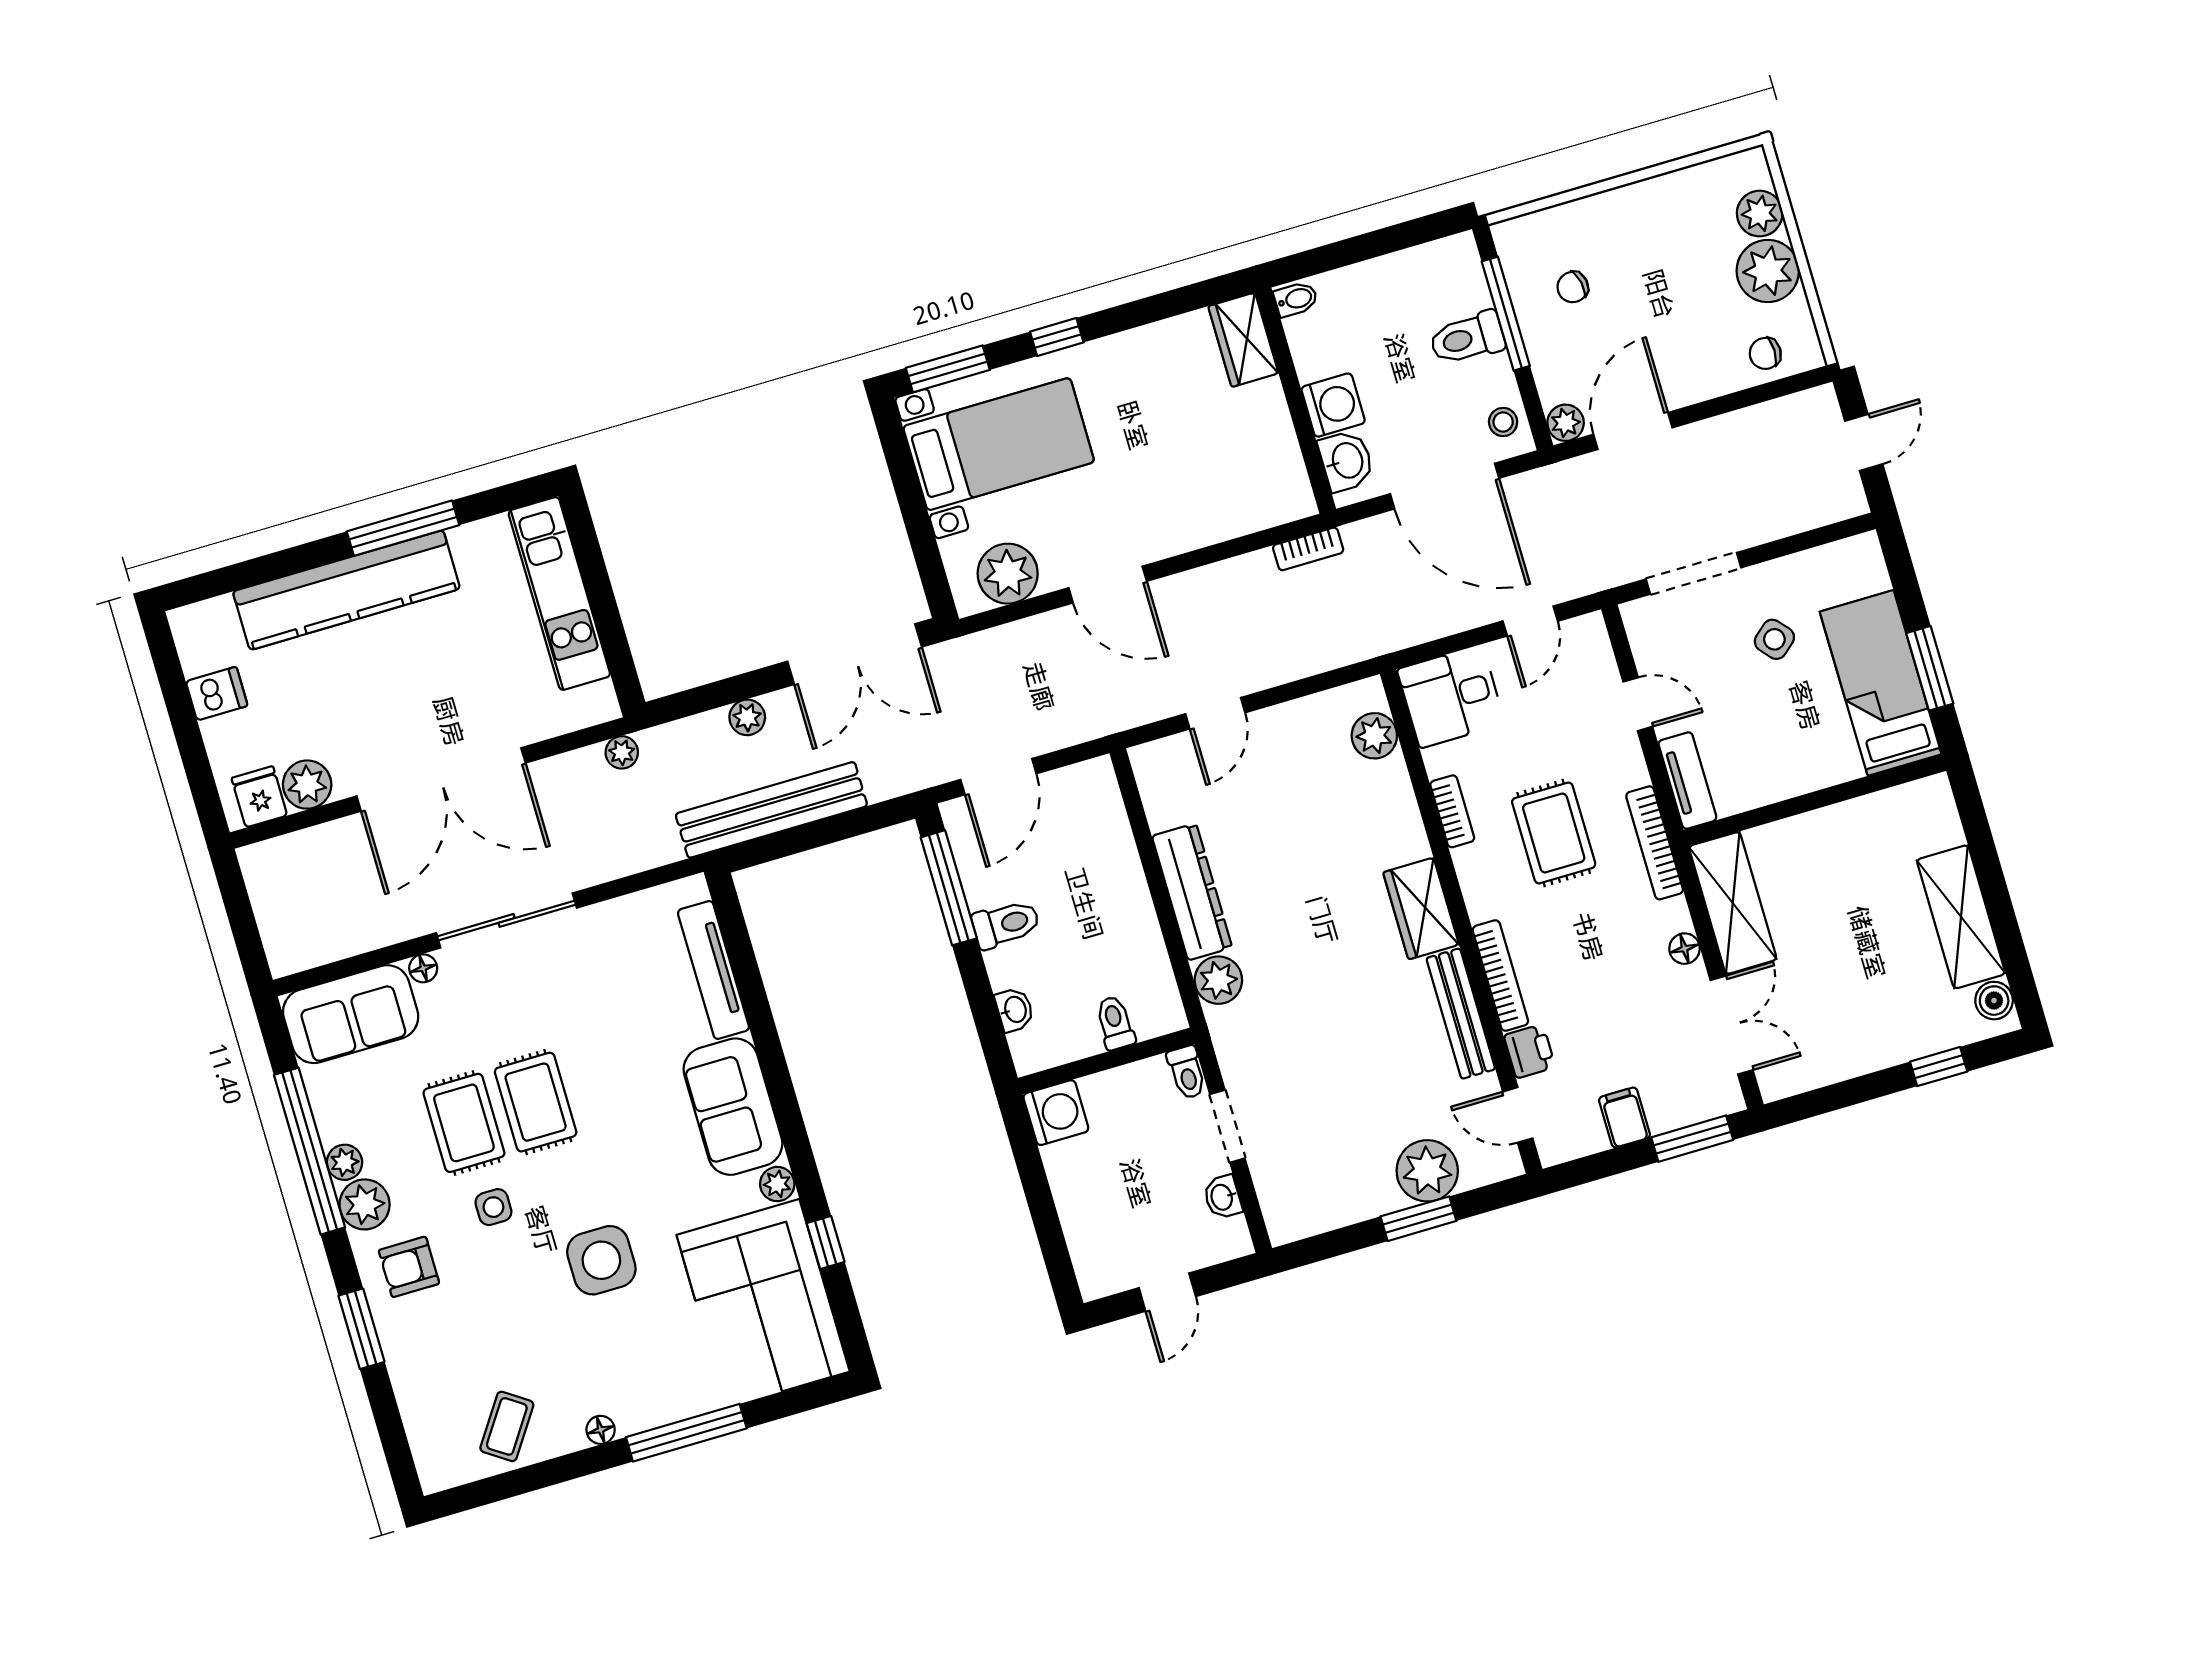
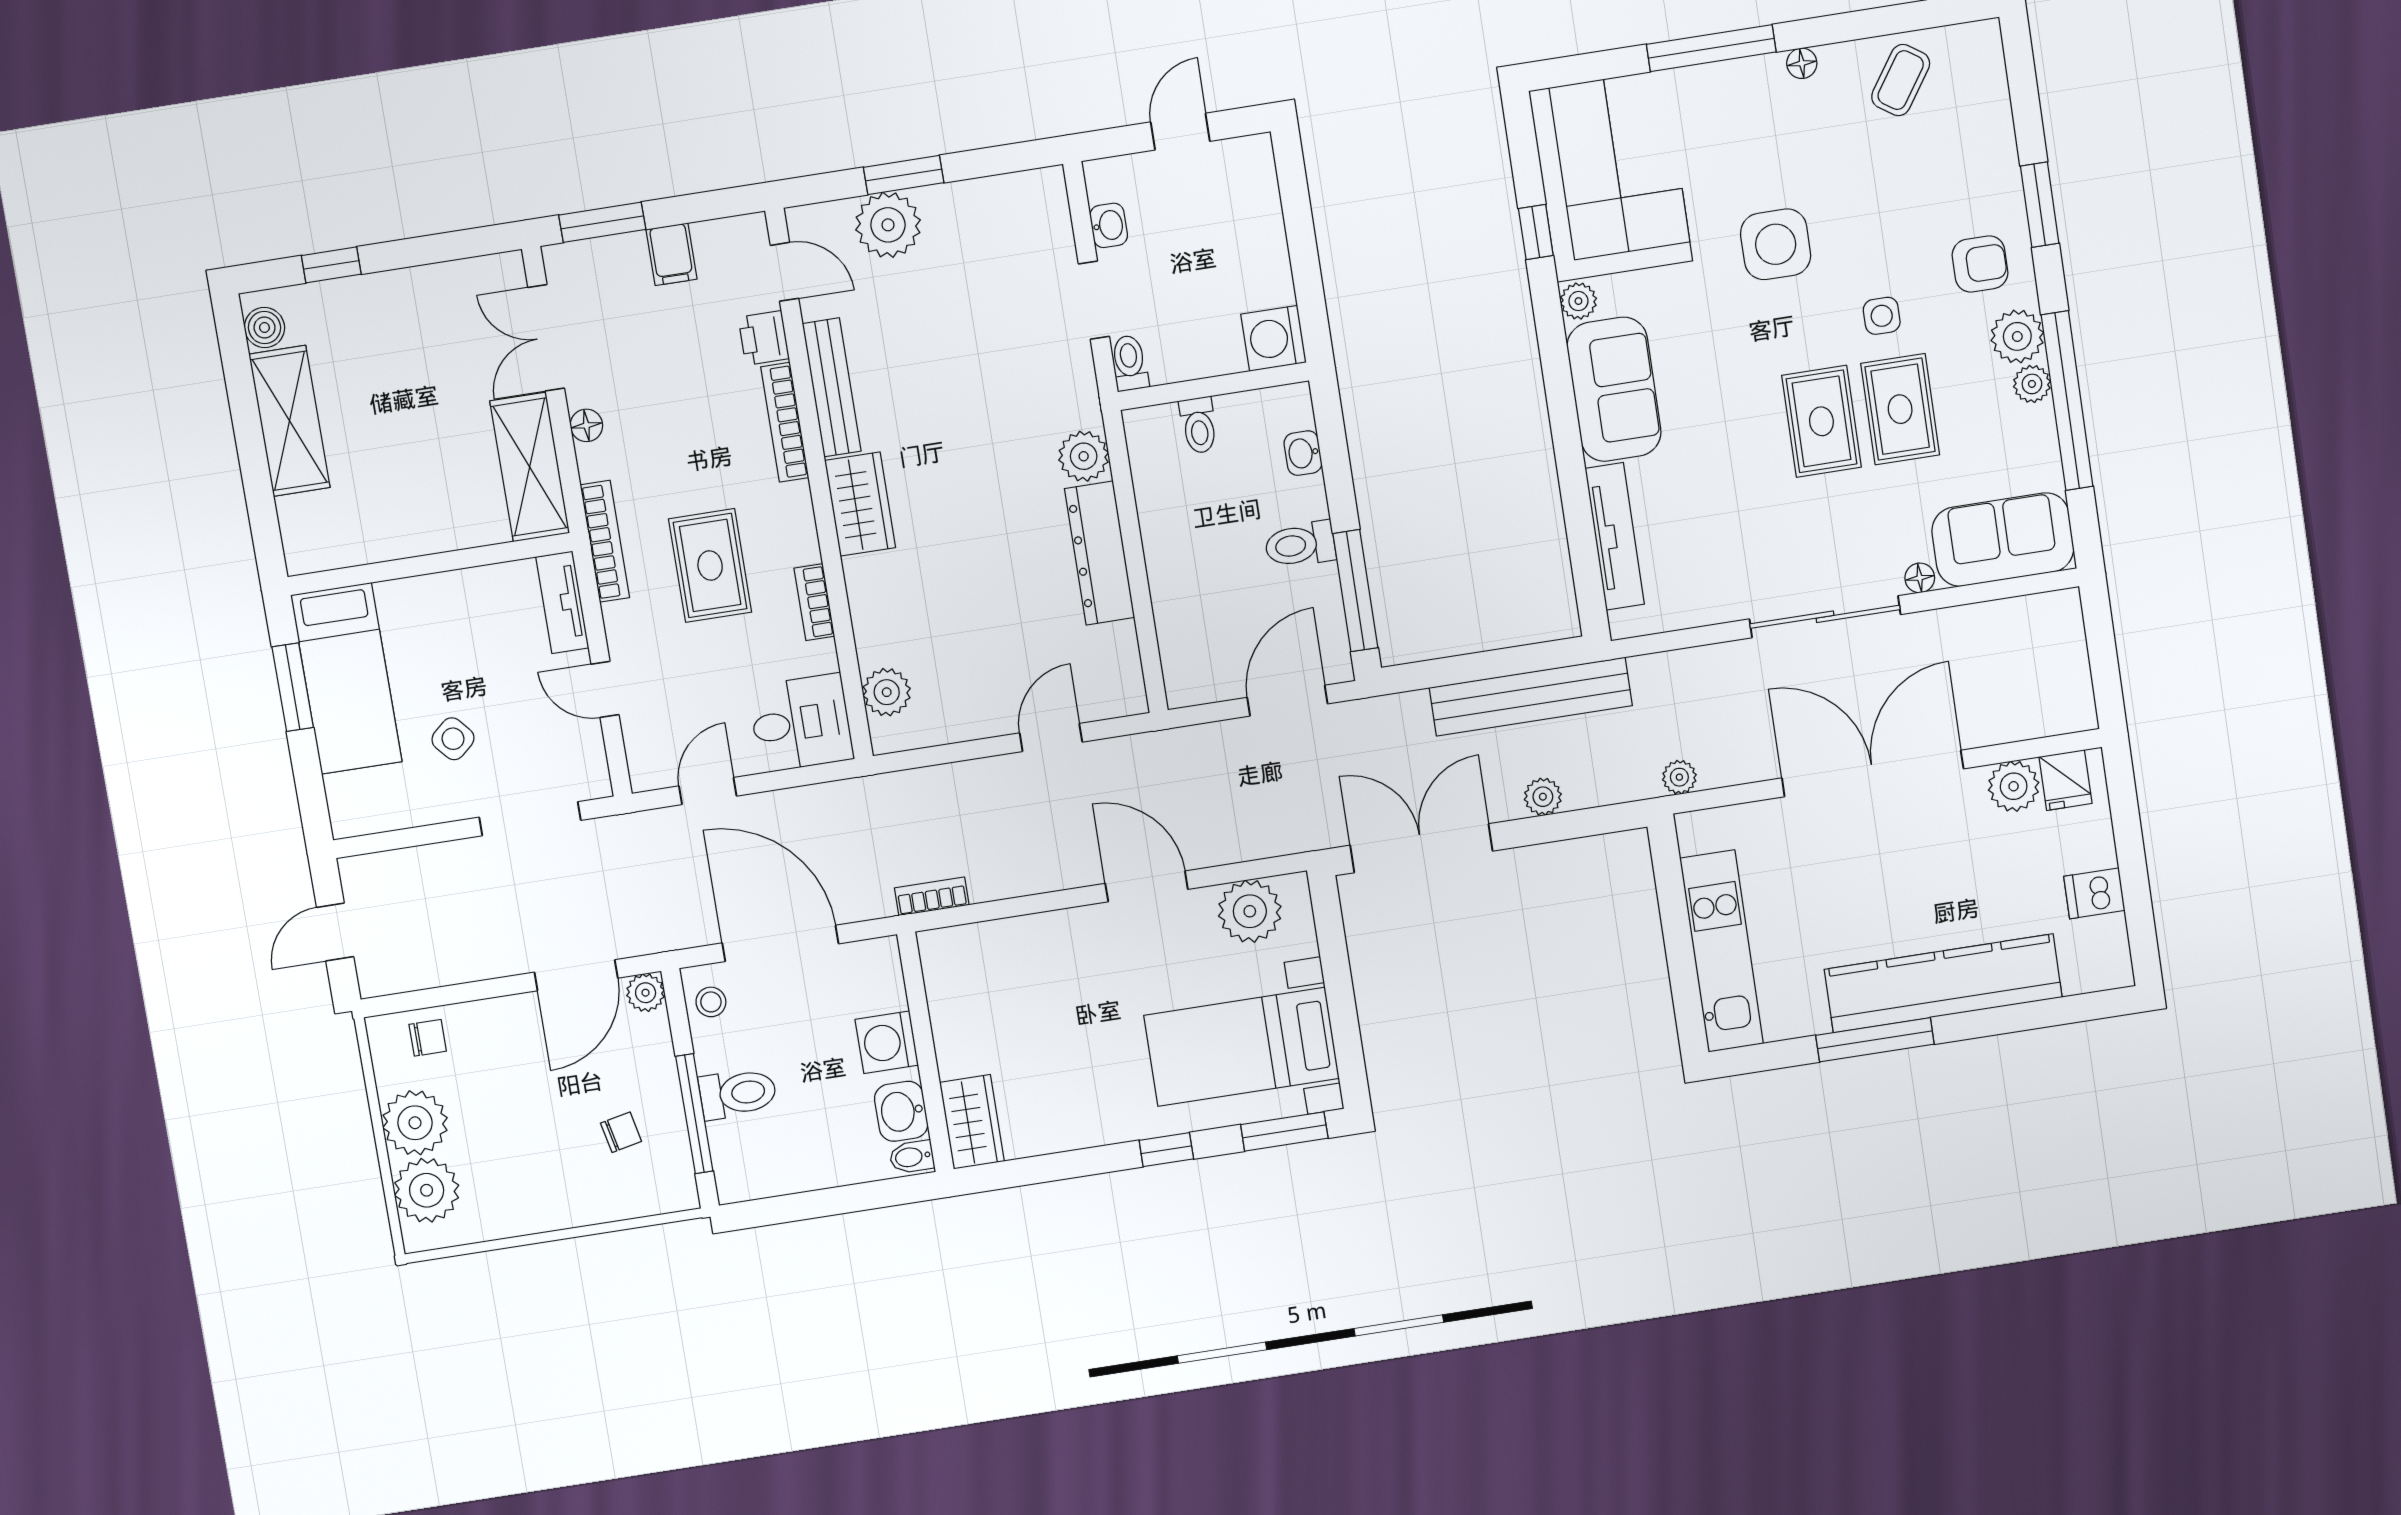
plant: (1760, 214) -> (427, 1190), width x1.36, depth x1.36
washbasin: (1346, 461) -> (901, 1111), moved

